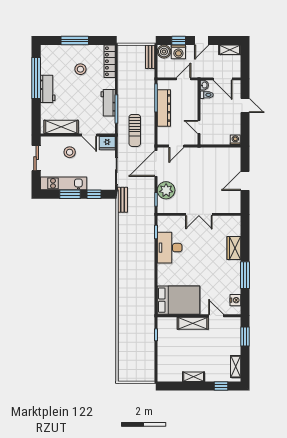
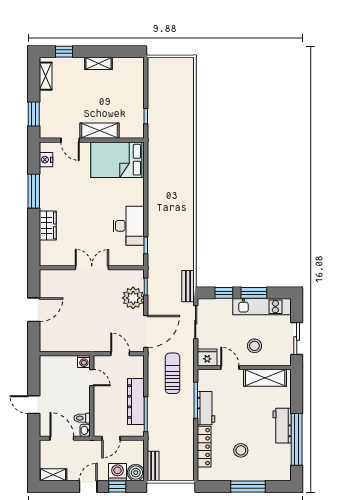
locker: (110, 61) -> (204, 447), moved
washing machine: (235, 140) -> (84, 361), moved
door: (176, 146) -> (120, 354), hinge flipped

